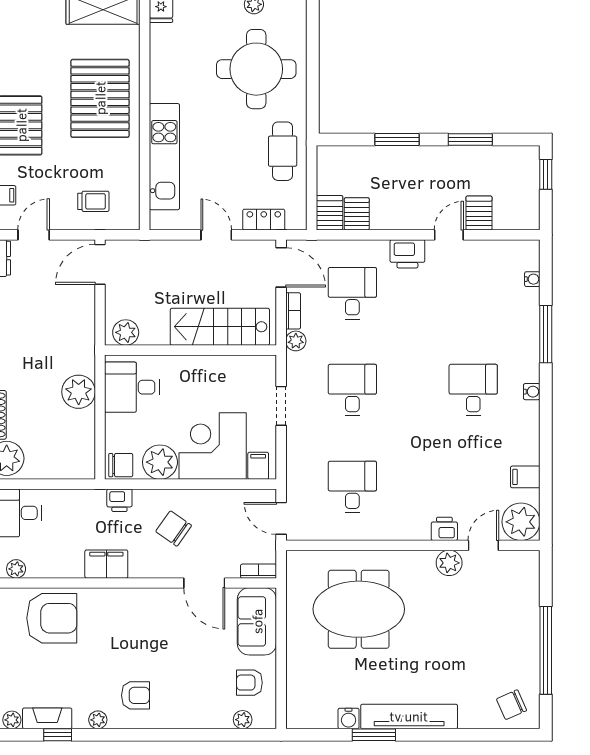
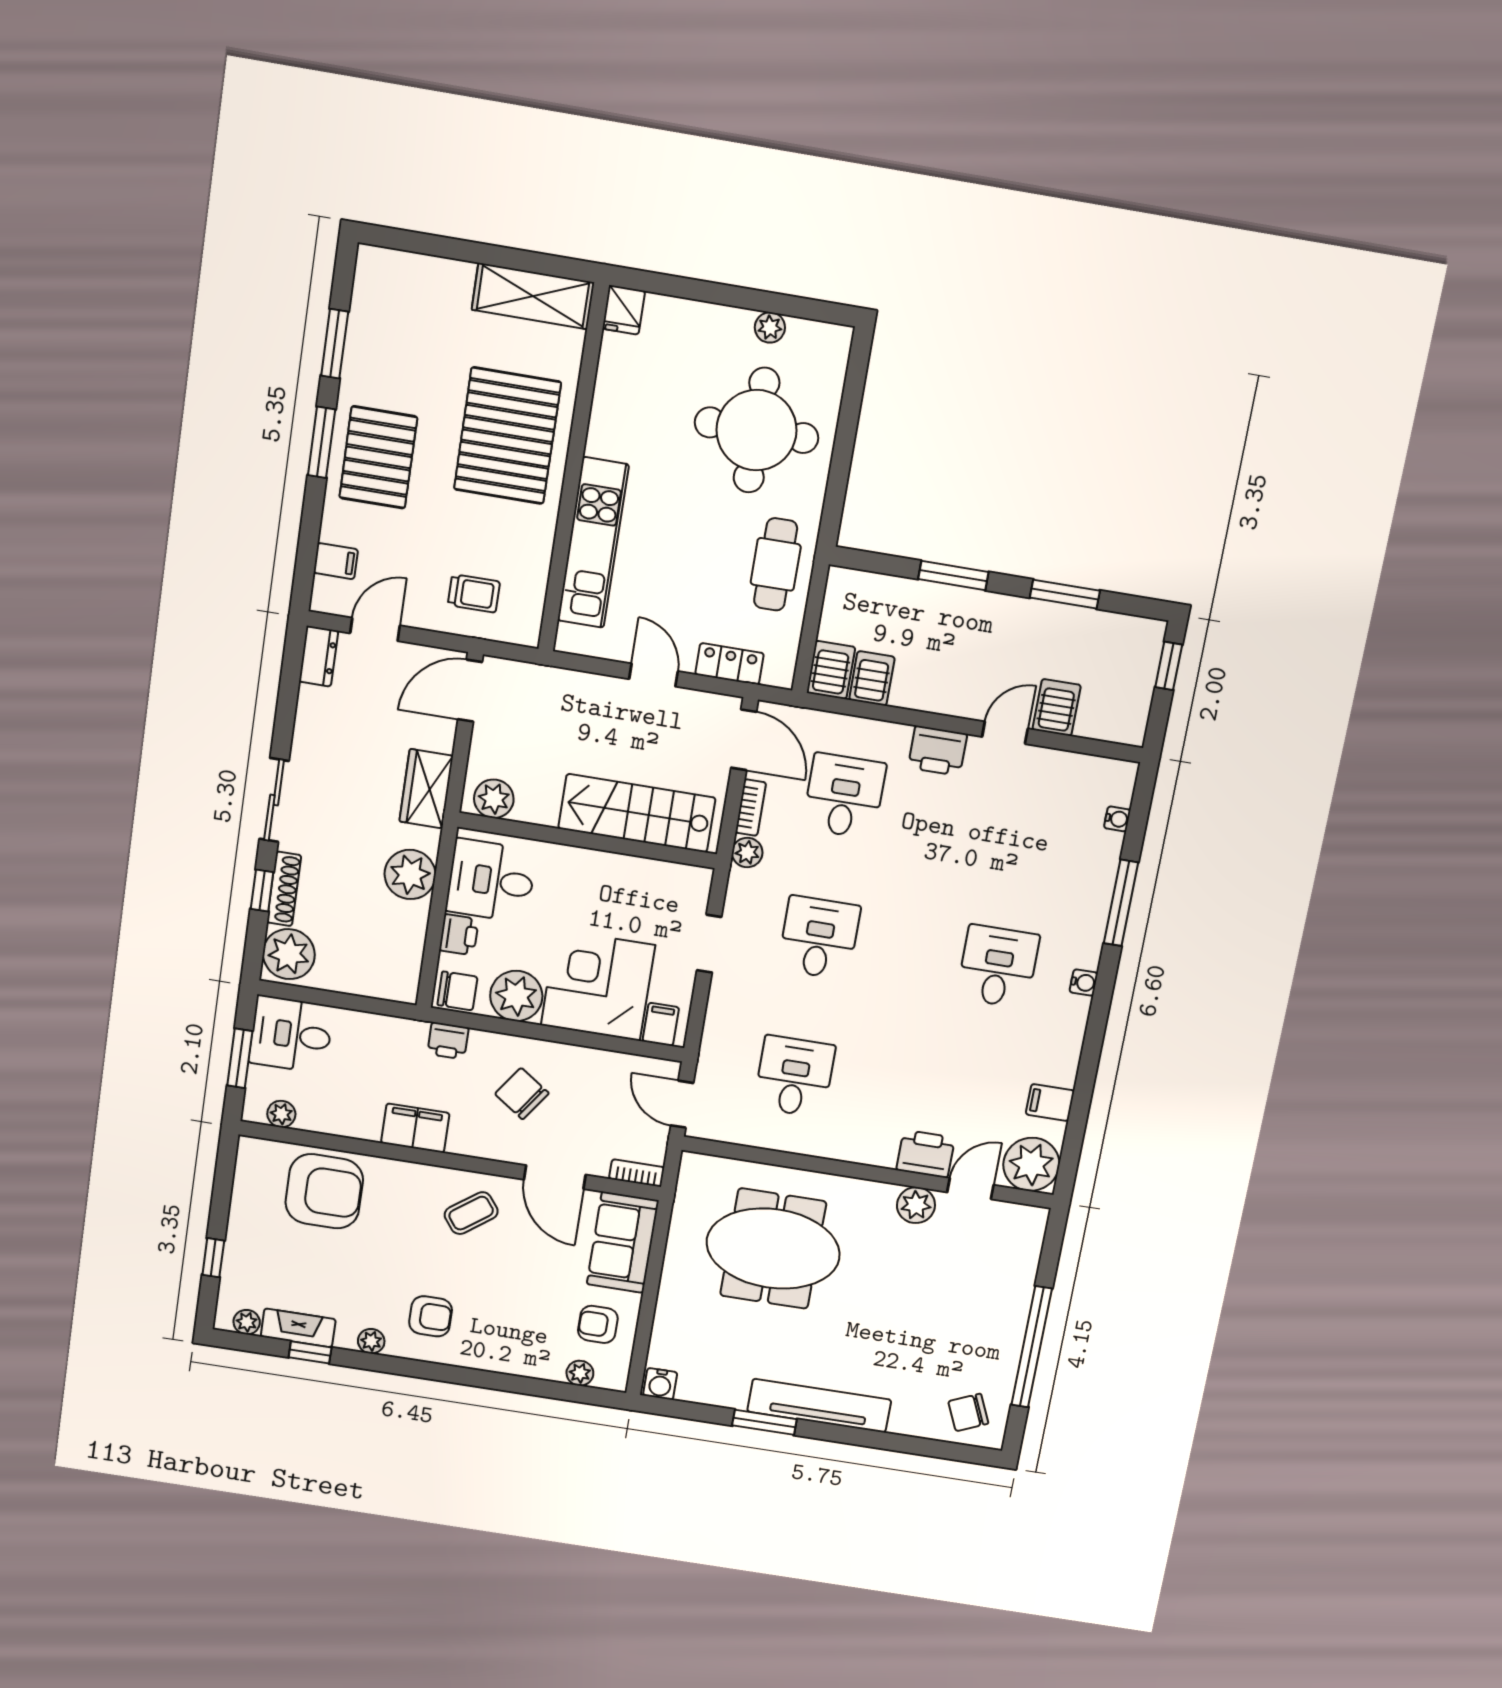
wardrobe: (81, 333) -> (426, 789), added
printer: (116, 427) -> (459, 935), added
printer: (444, 529) -> (926, 1154), width x1.36, depth x1.24
coffee table: (152, 617) -> (471, 1213), added
water cooler: (349, 718) -> (660, 1384), moved

